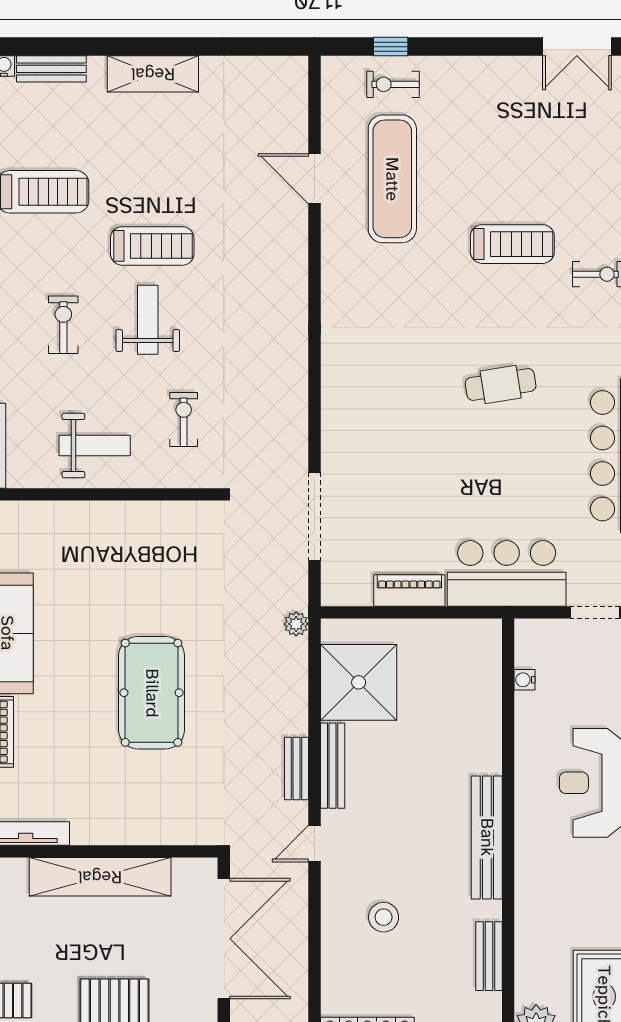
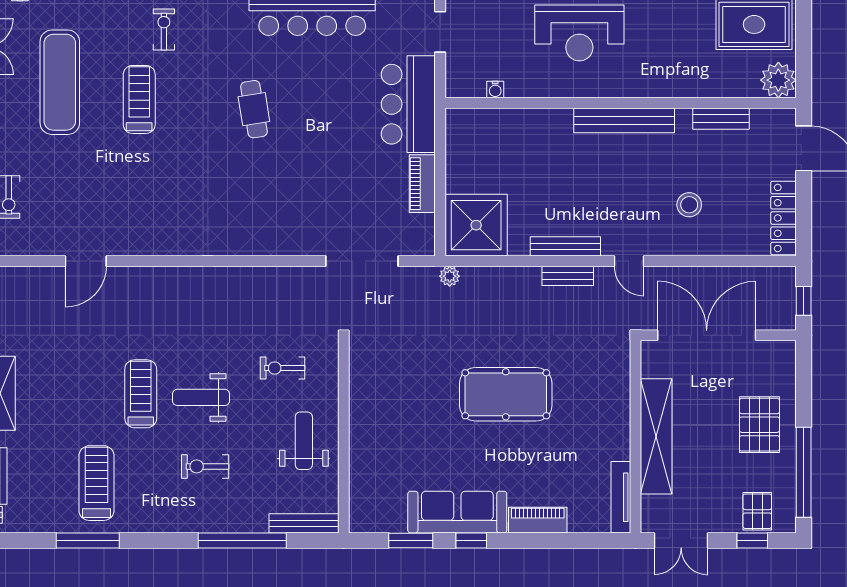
exercise mat: (392, 179) -> (60, 82), moved, turned 90
shower: (359, 682) -> (476, 225), moved

